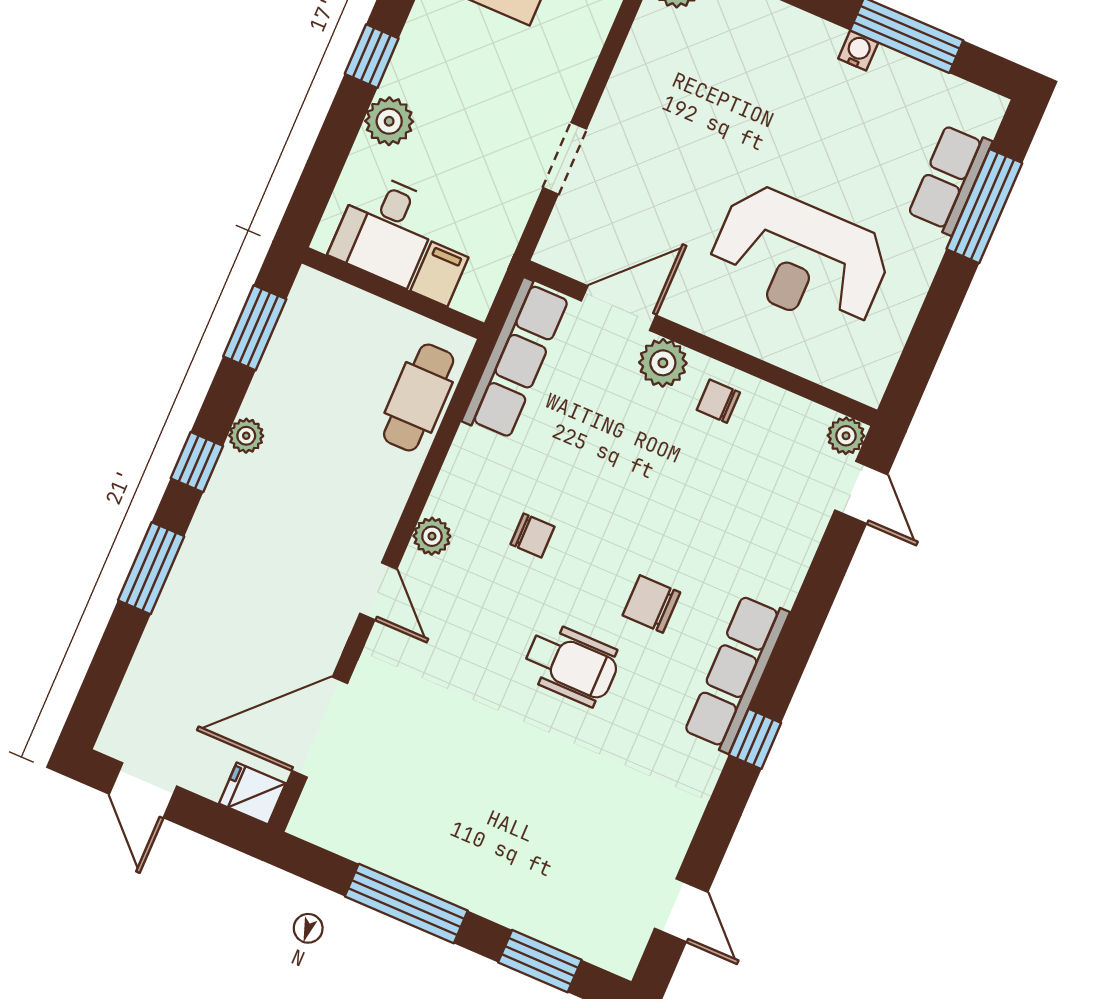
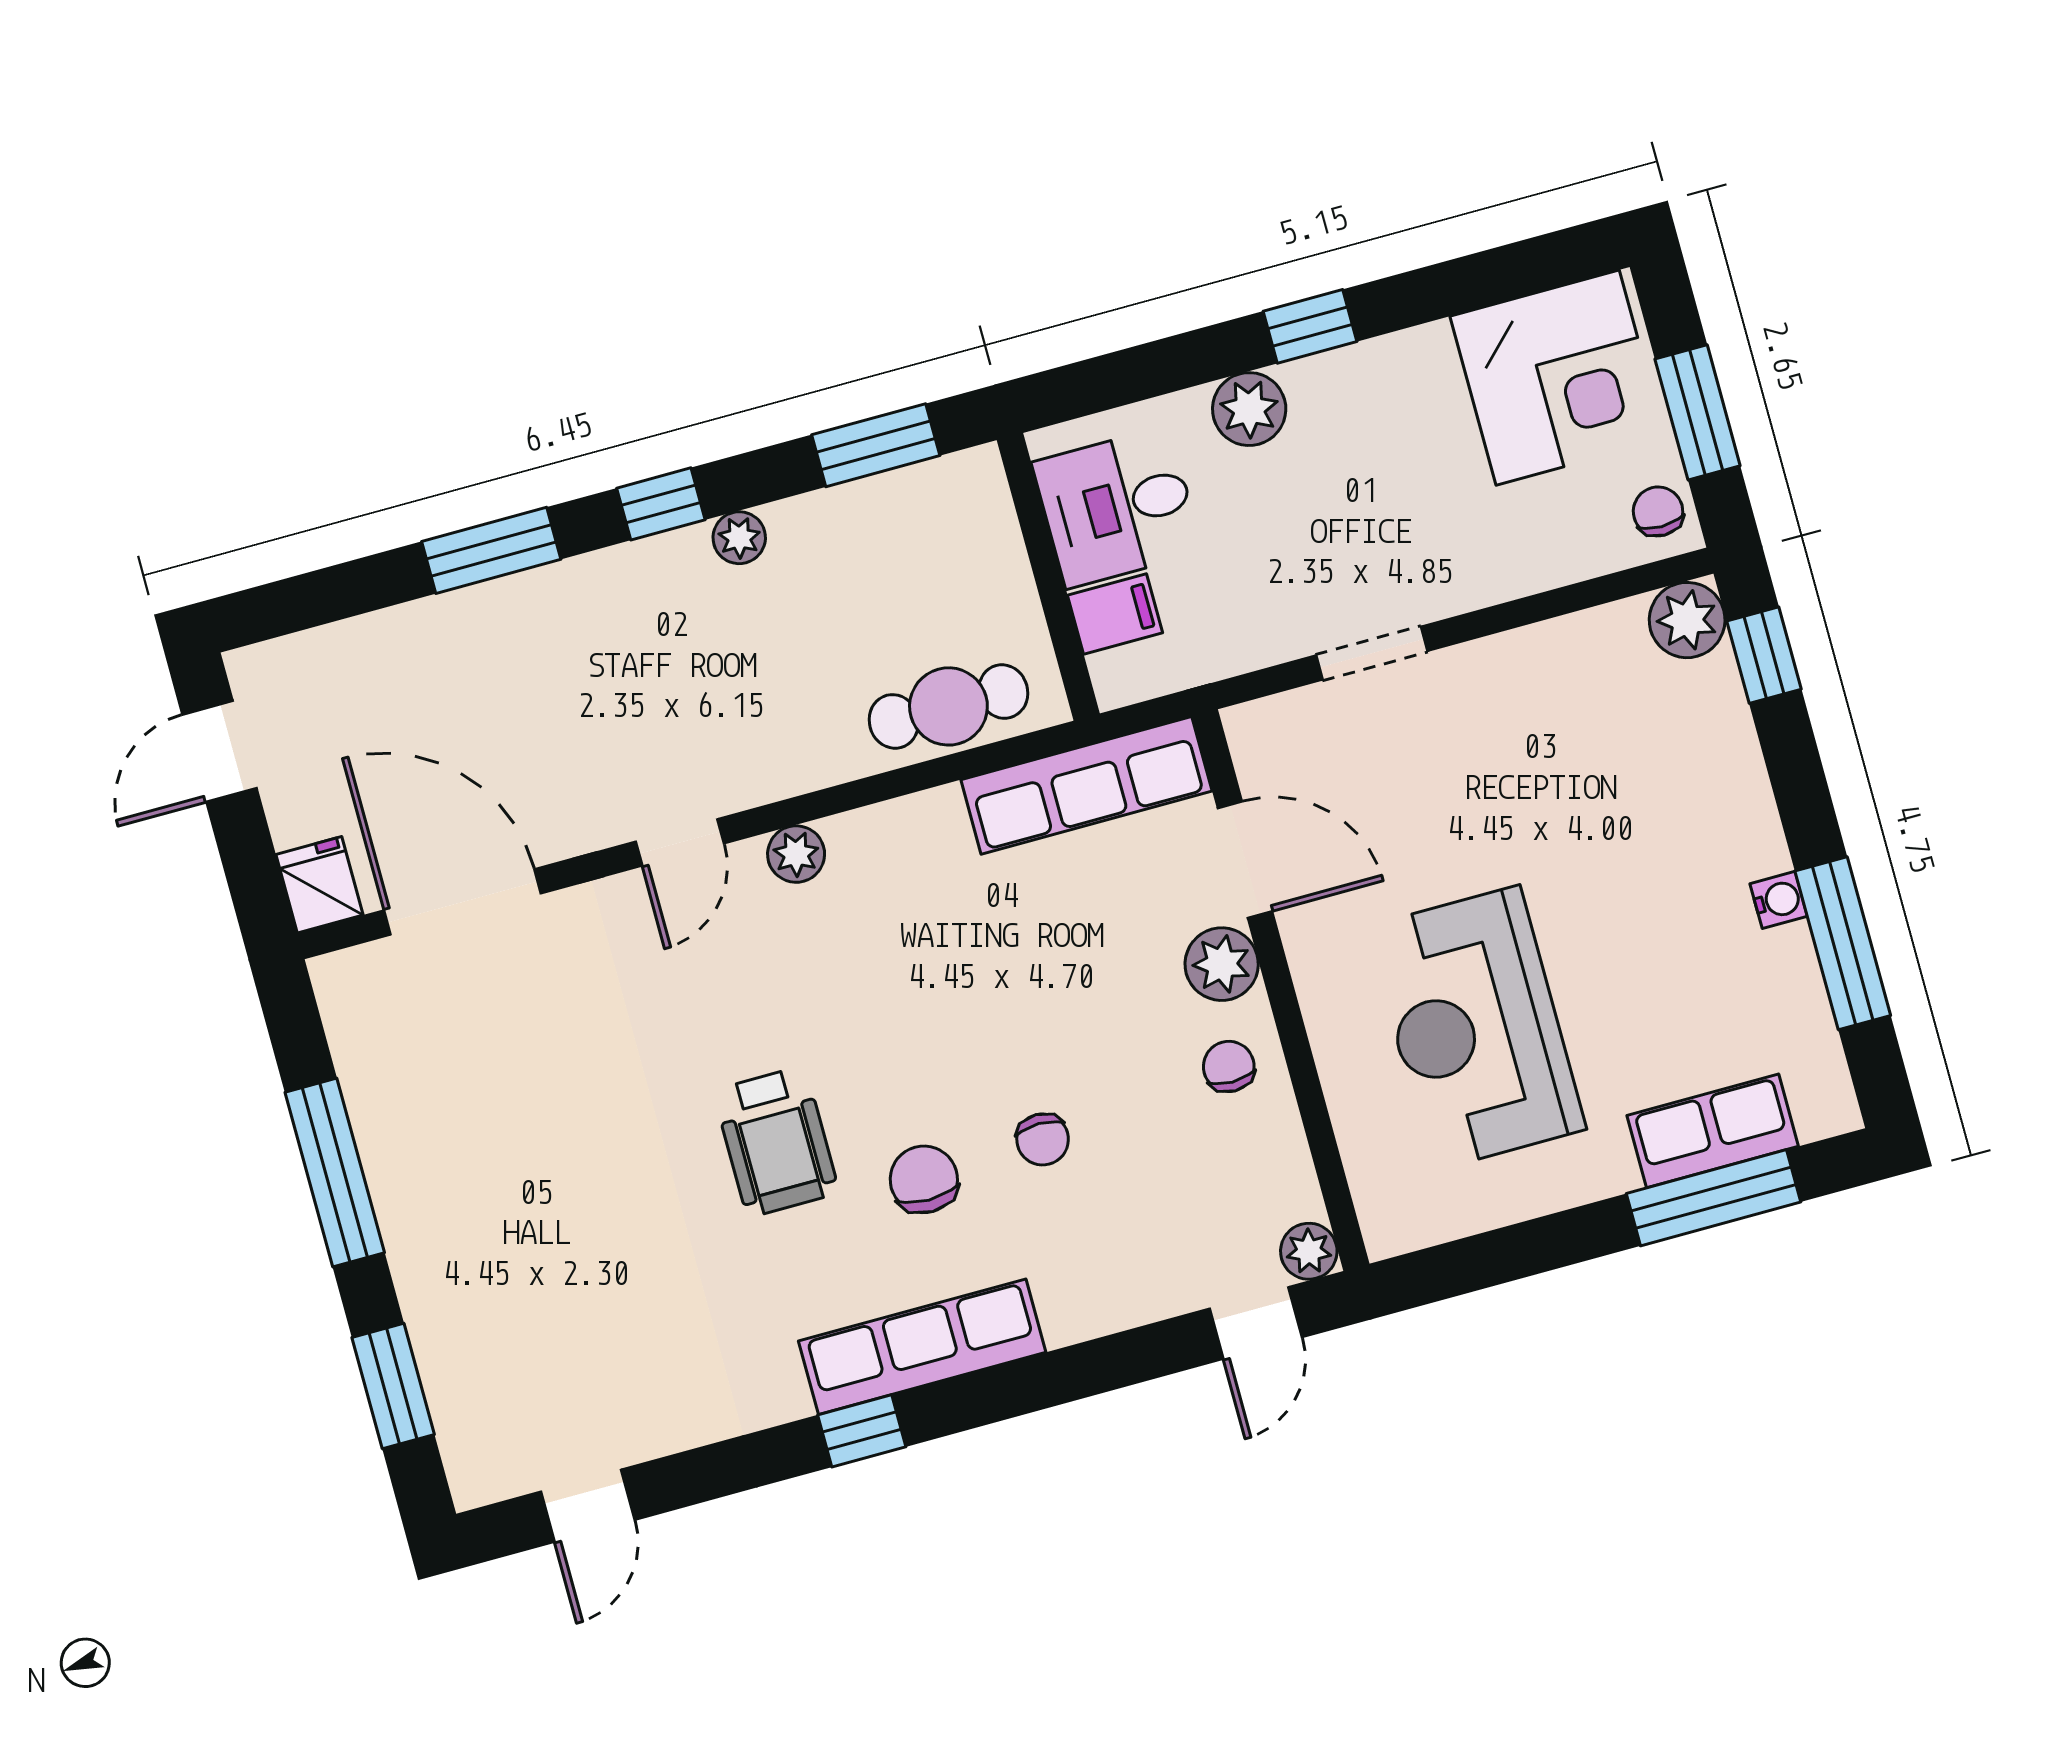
chair: (533, 535) -> (1043, 1139), moved

